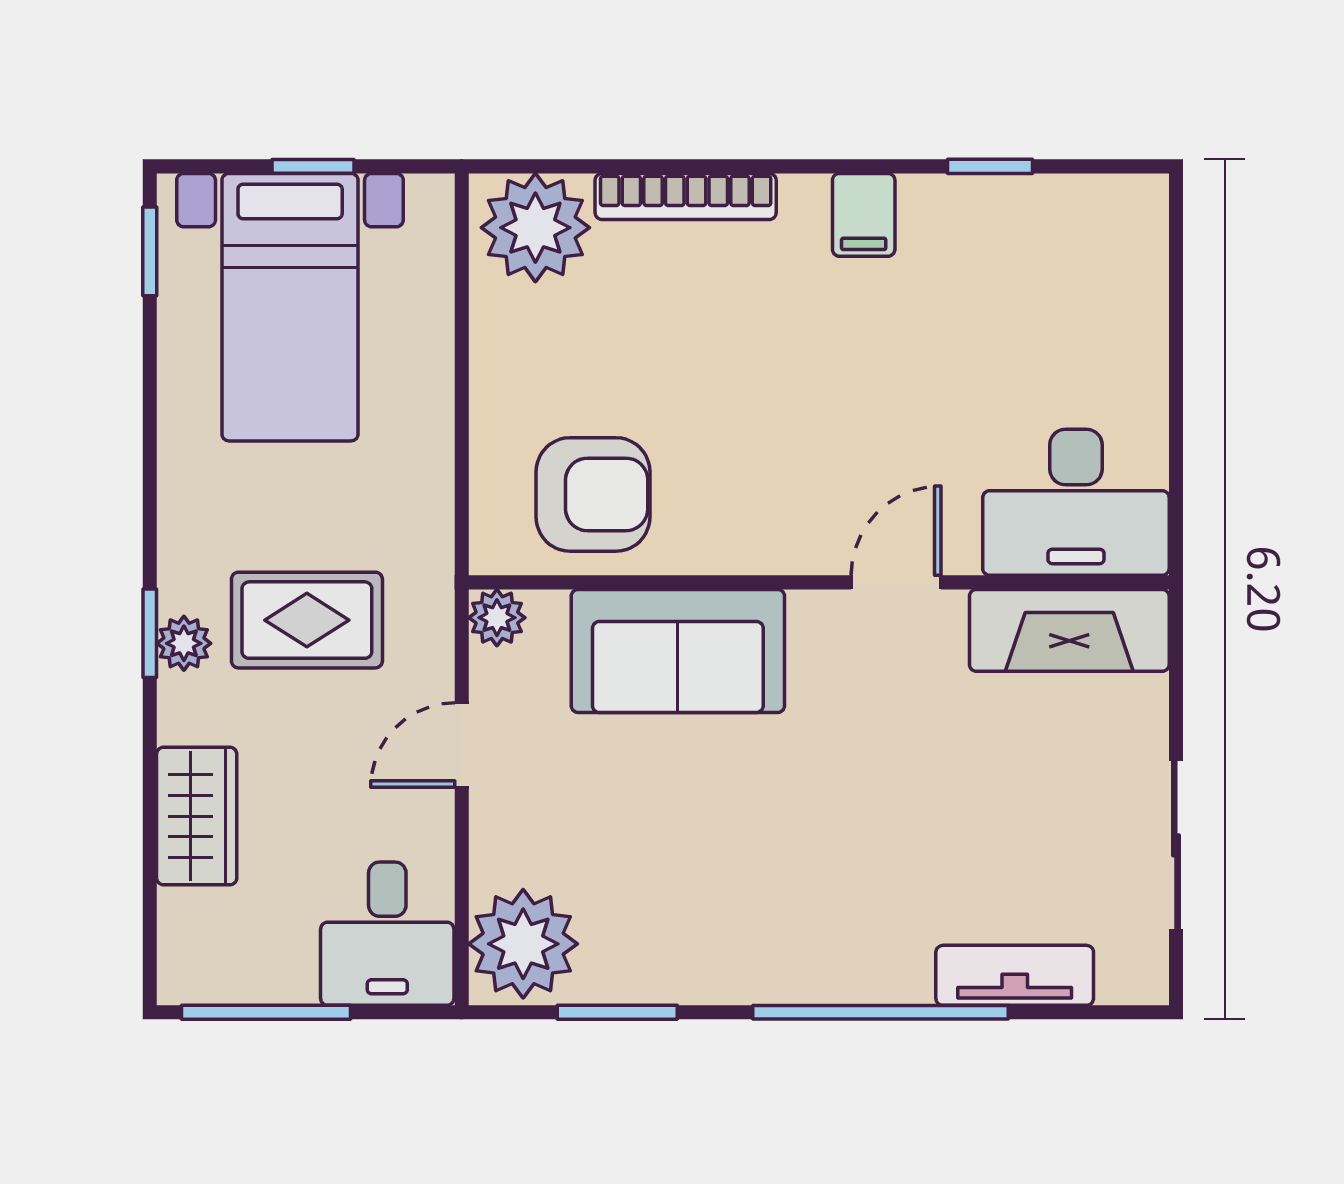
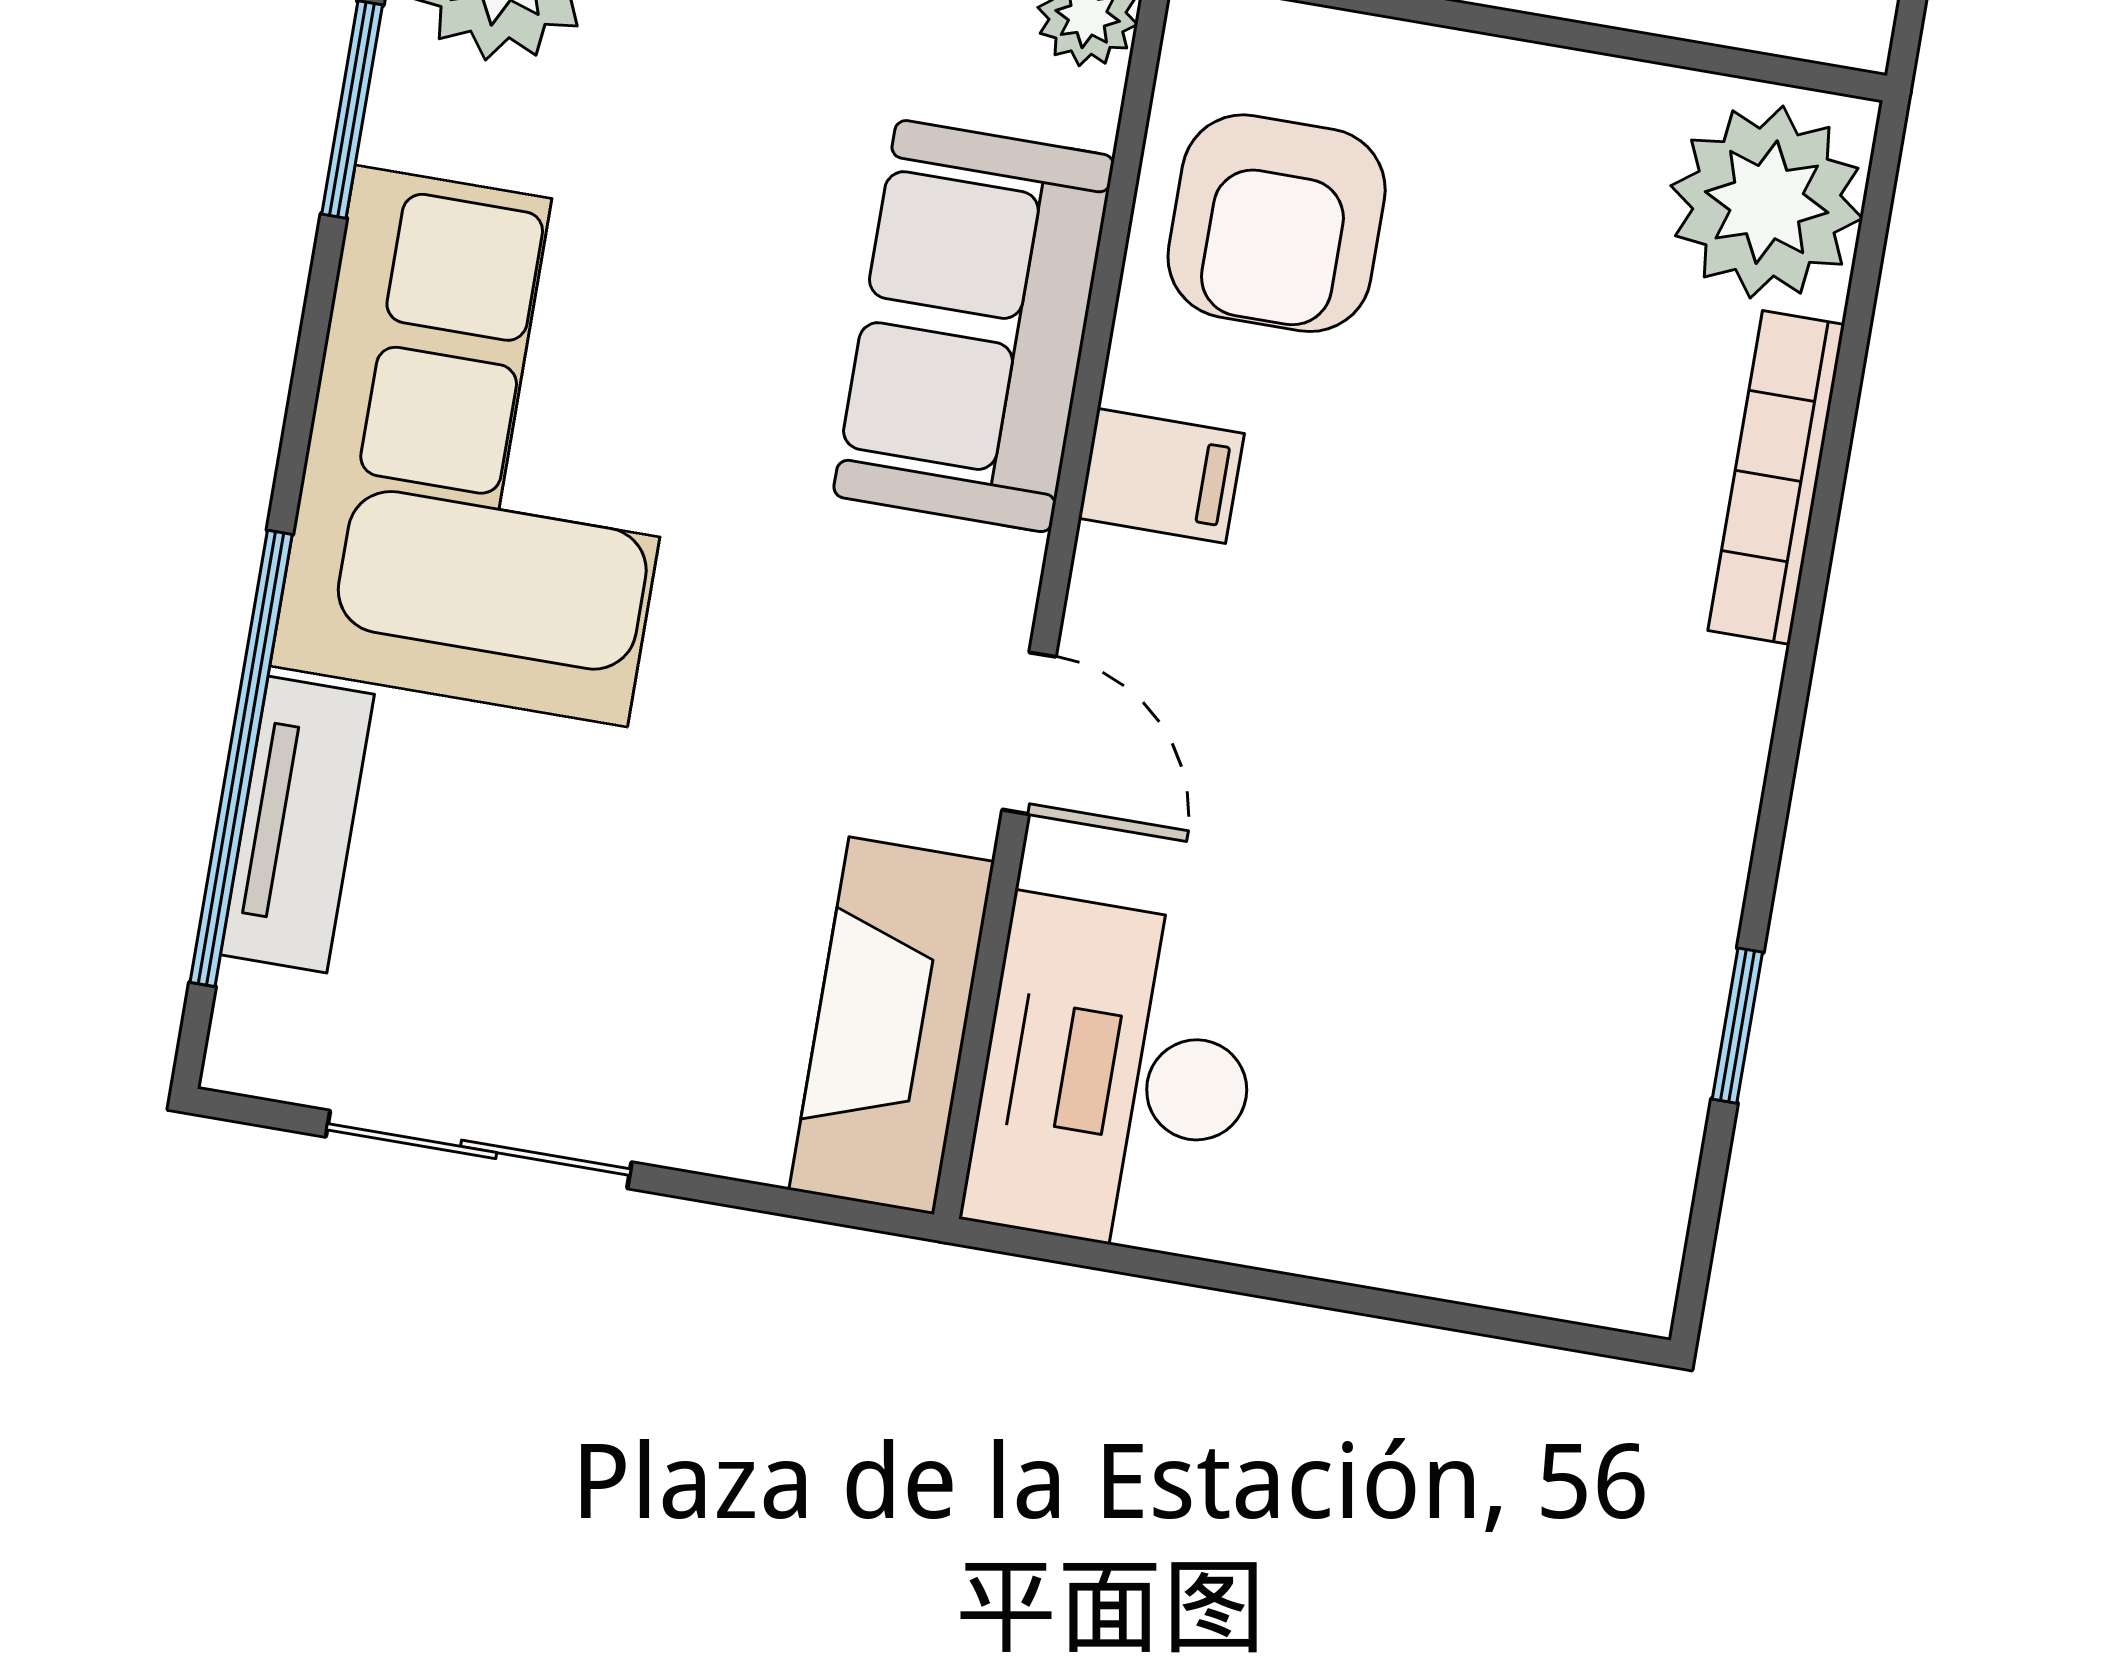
filing cabinet: (864, 215) -> (1161, 476), moved, turned 180
corner sofa: (789, 904) -> (491, 446), added
window: (880, 1012) -> (241, 758), moved

